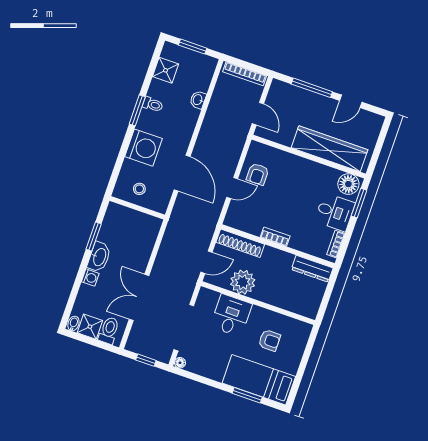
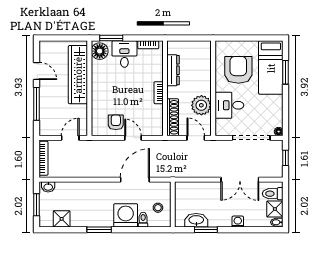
washbasin: (198, 100) -> (48, 187), moved
toilet: (153, 104) -> (143, 220), moved
armchair: (258, 174) -> (116, 122), turned -90
washbasin: (99, 257) -> (196, 220), moved
dresser: (312, 269) -> (173, 70), moved
armchair: (269, 340) -> (238, 70), width x1.88, depth x1.88

